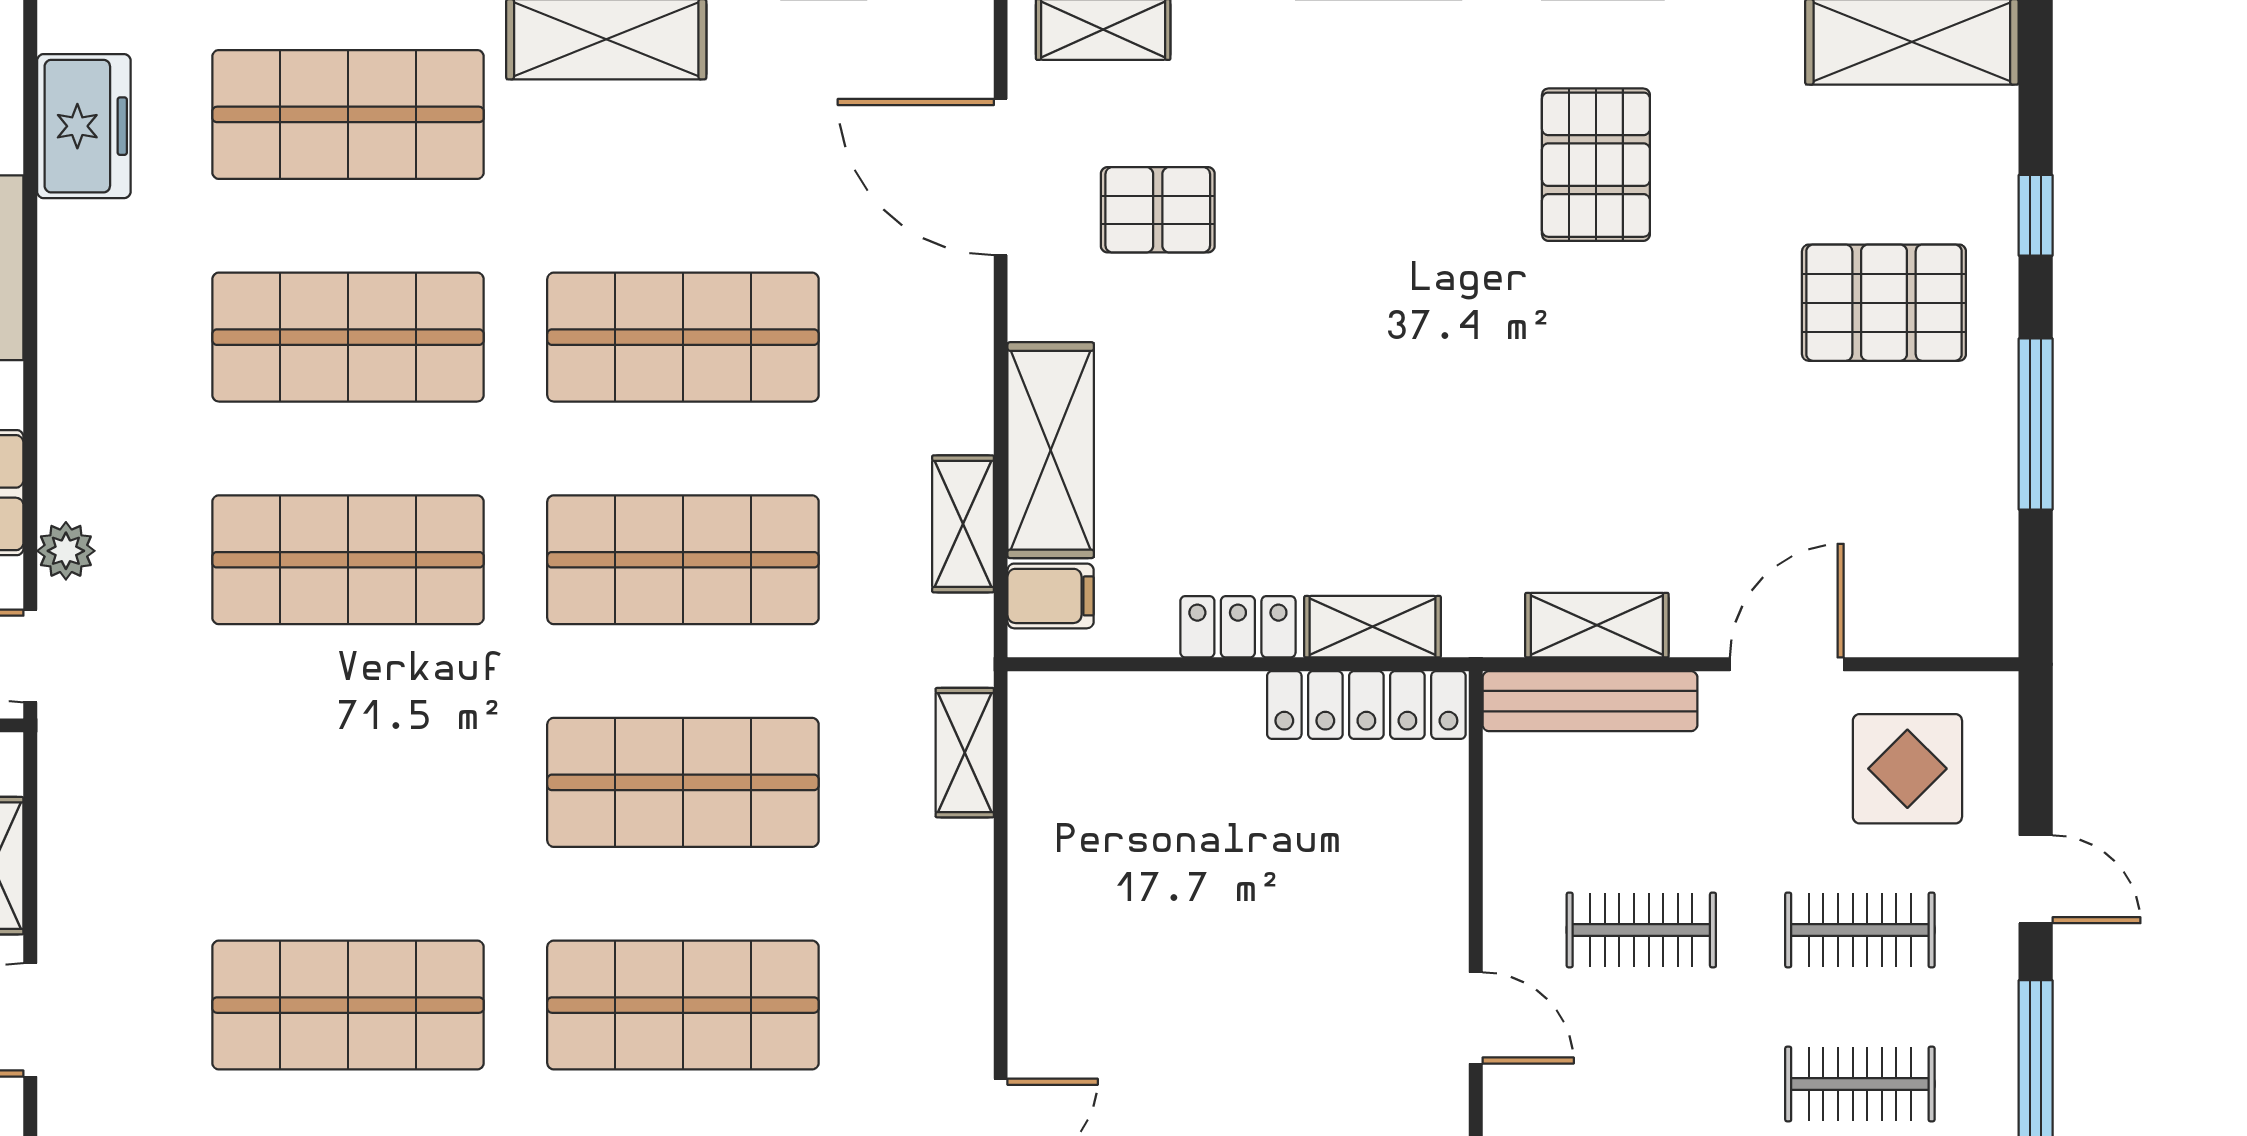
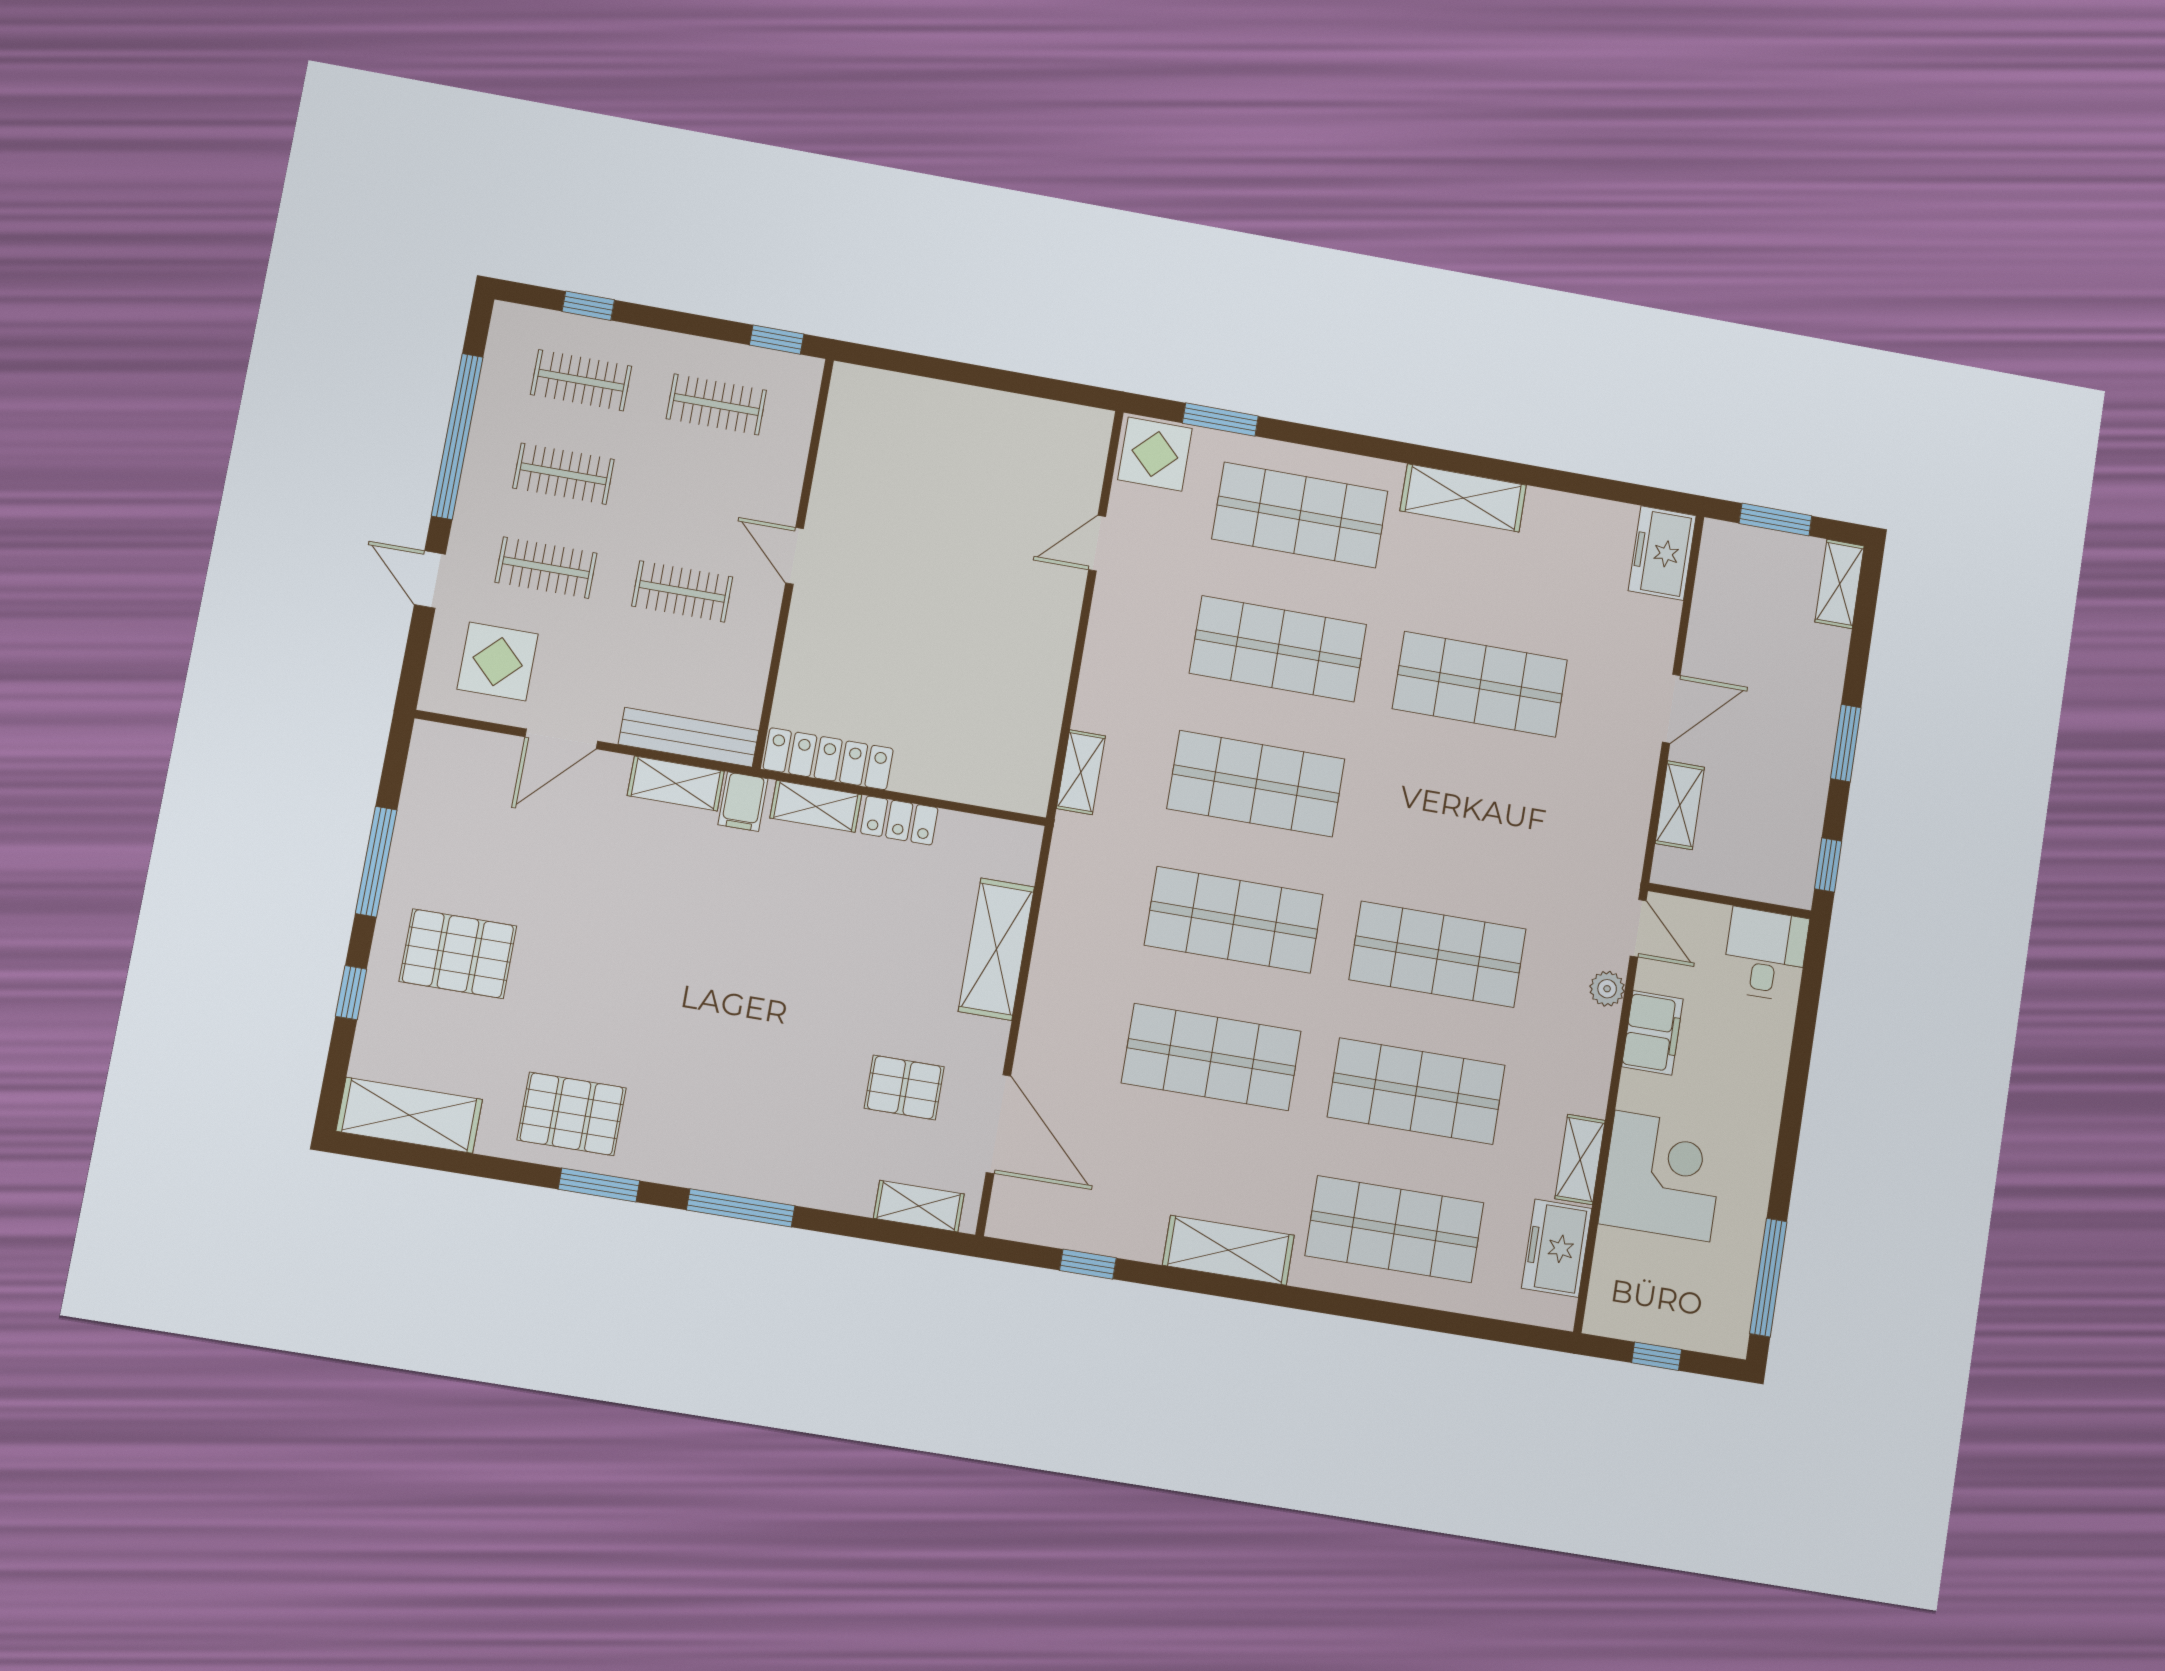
pallet: (1596, 165) -> (572, 1114), moved, turned 90
shelving: (963, 524) -> (1580, 1159), moved
filing cabinet: (1051, 596) -> (743, 802), moved, turned -90

